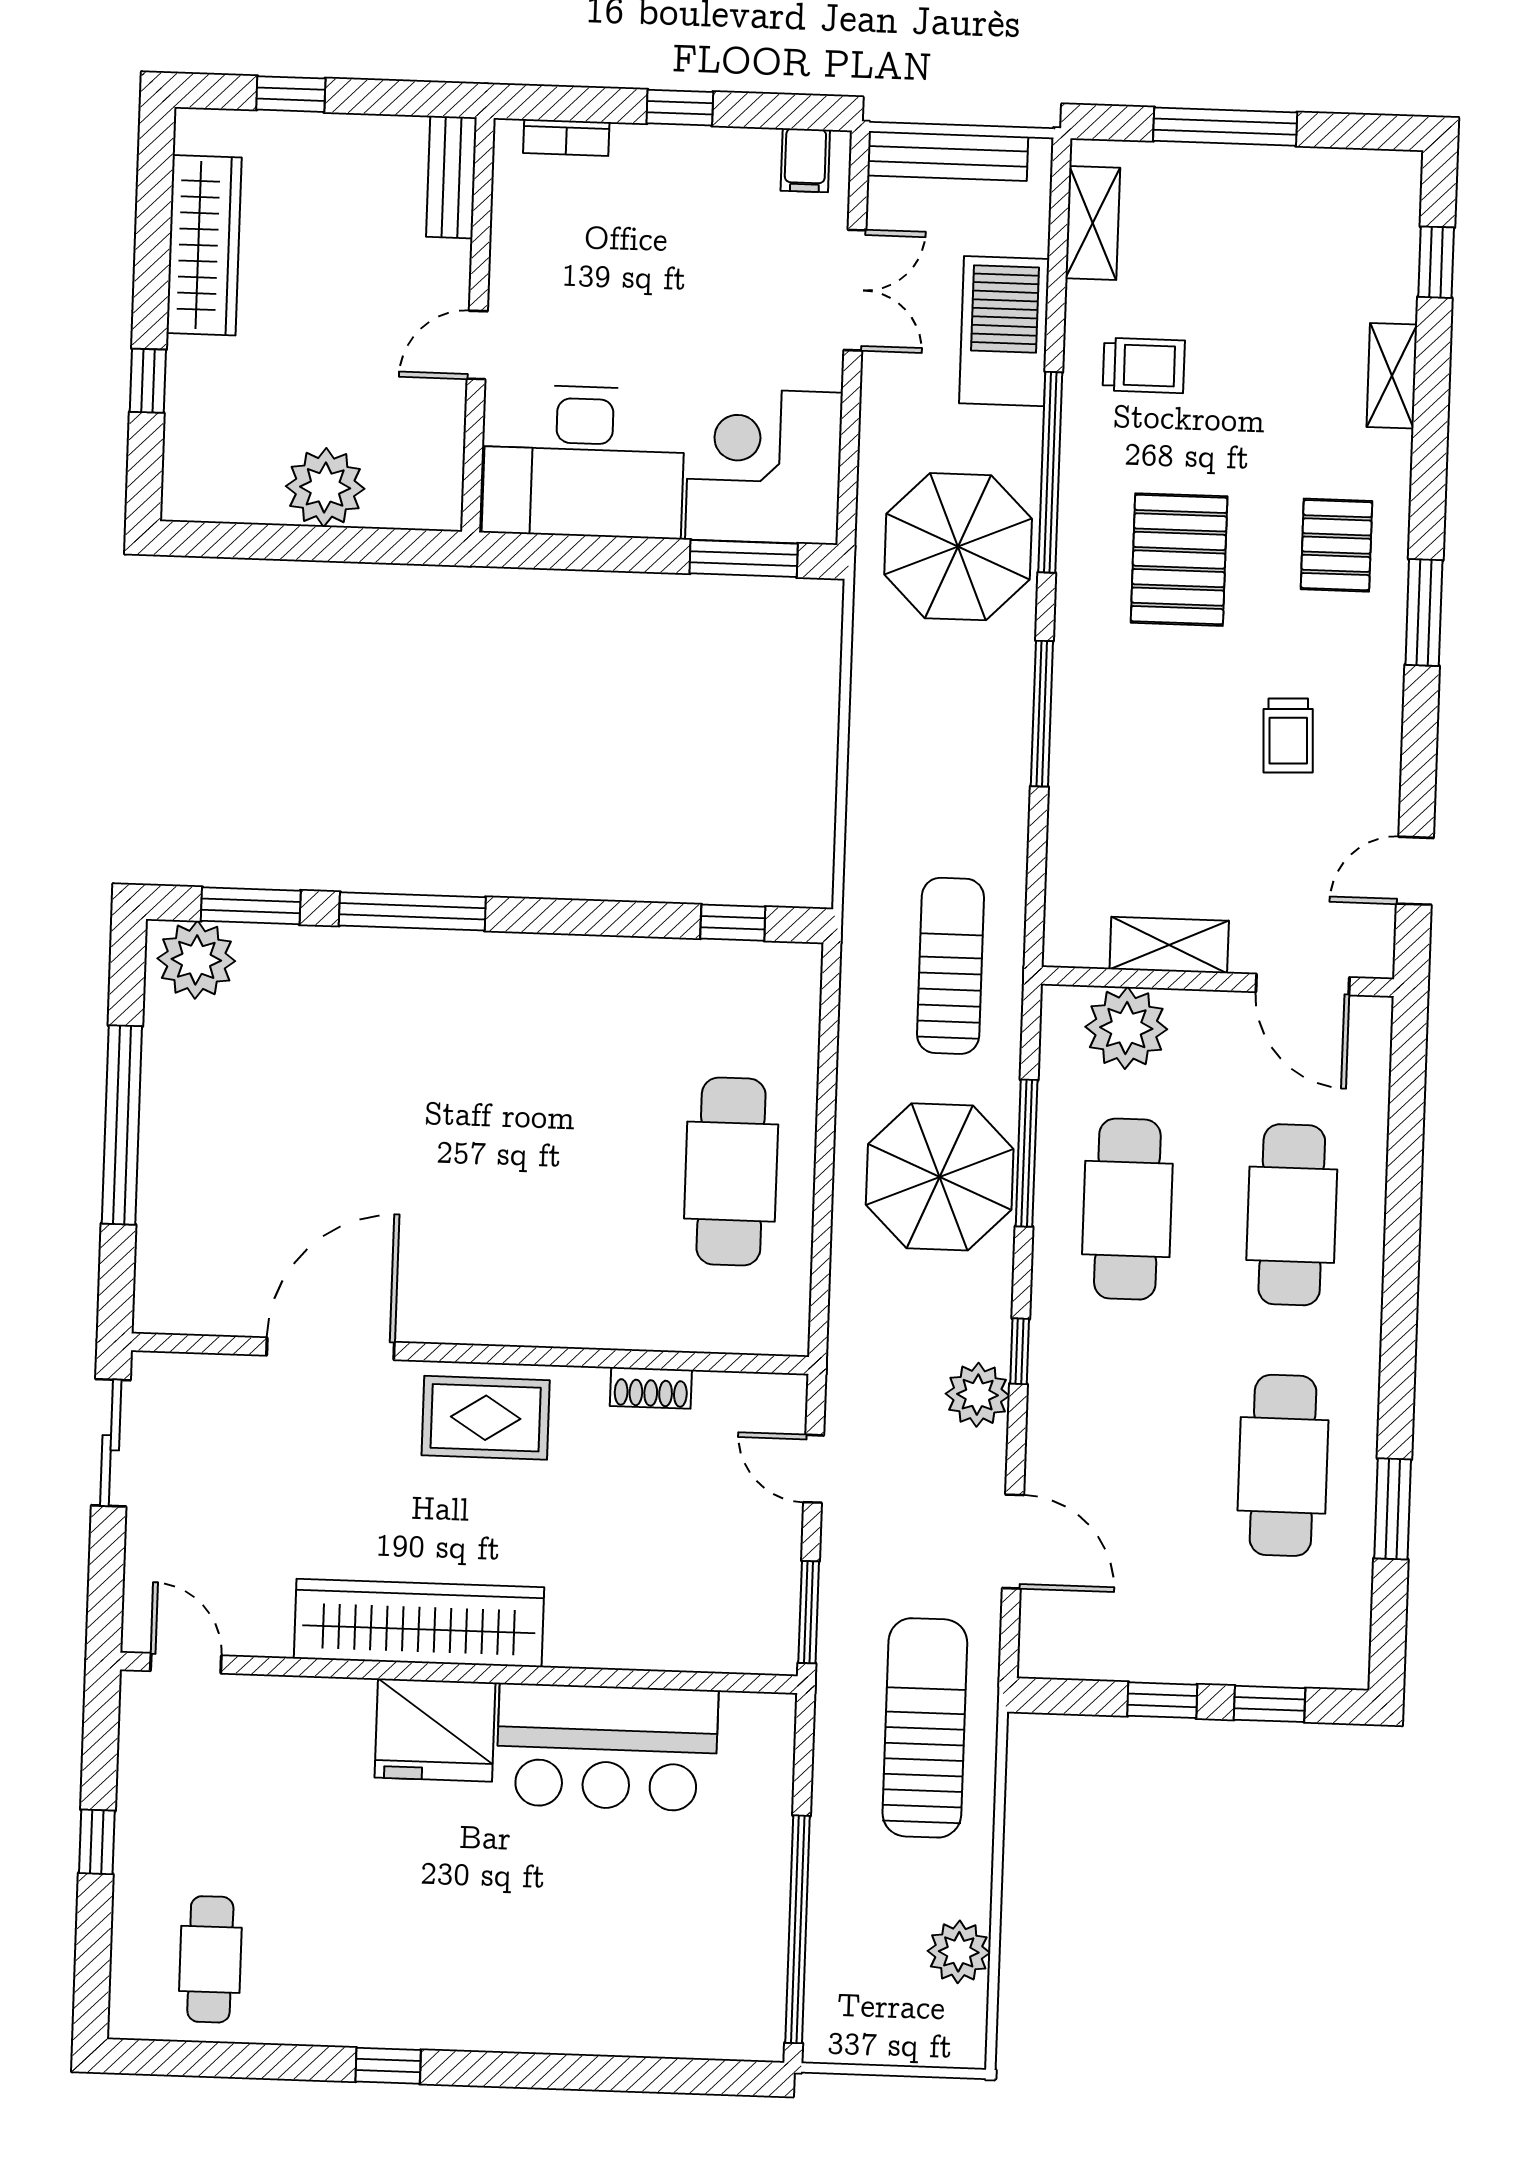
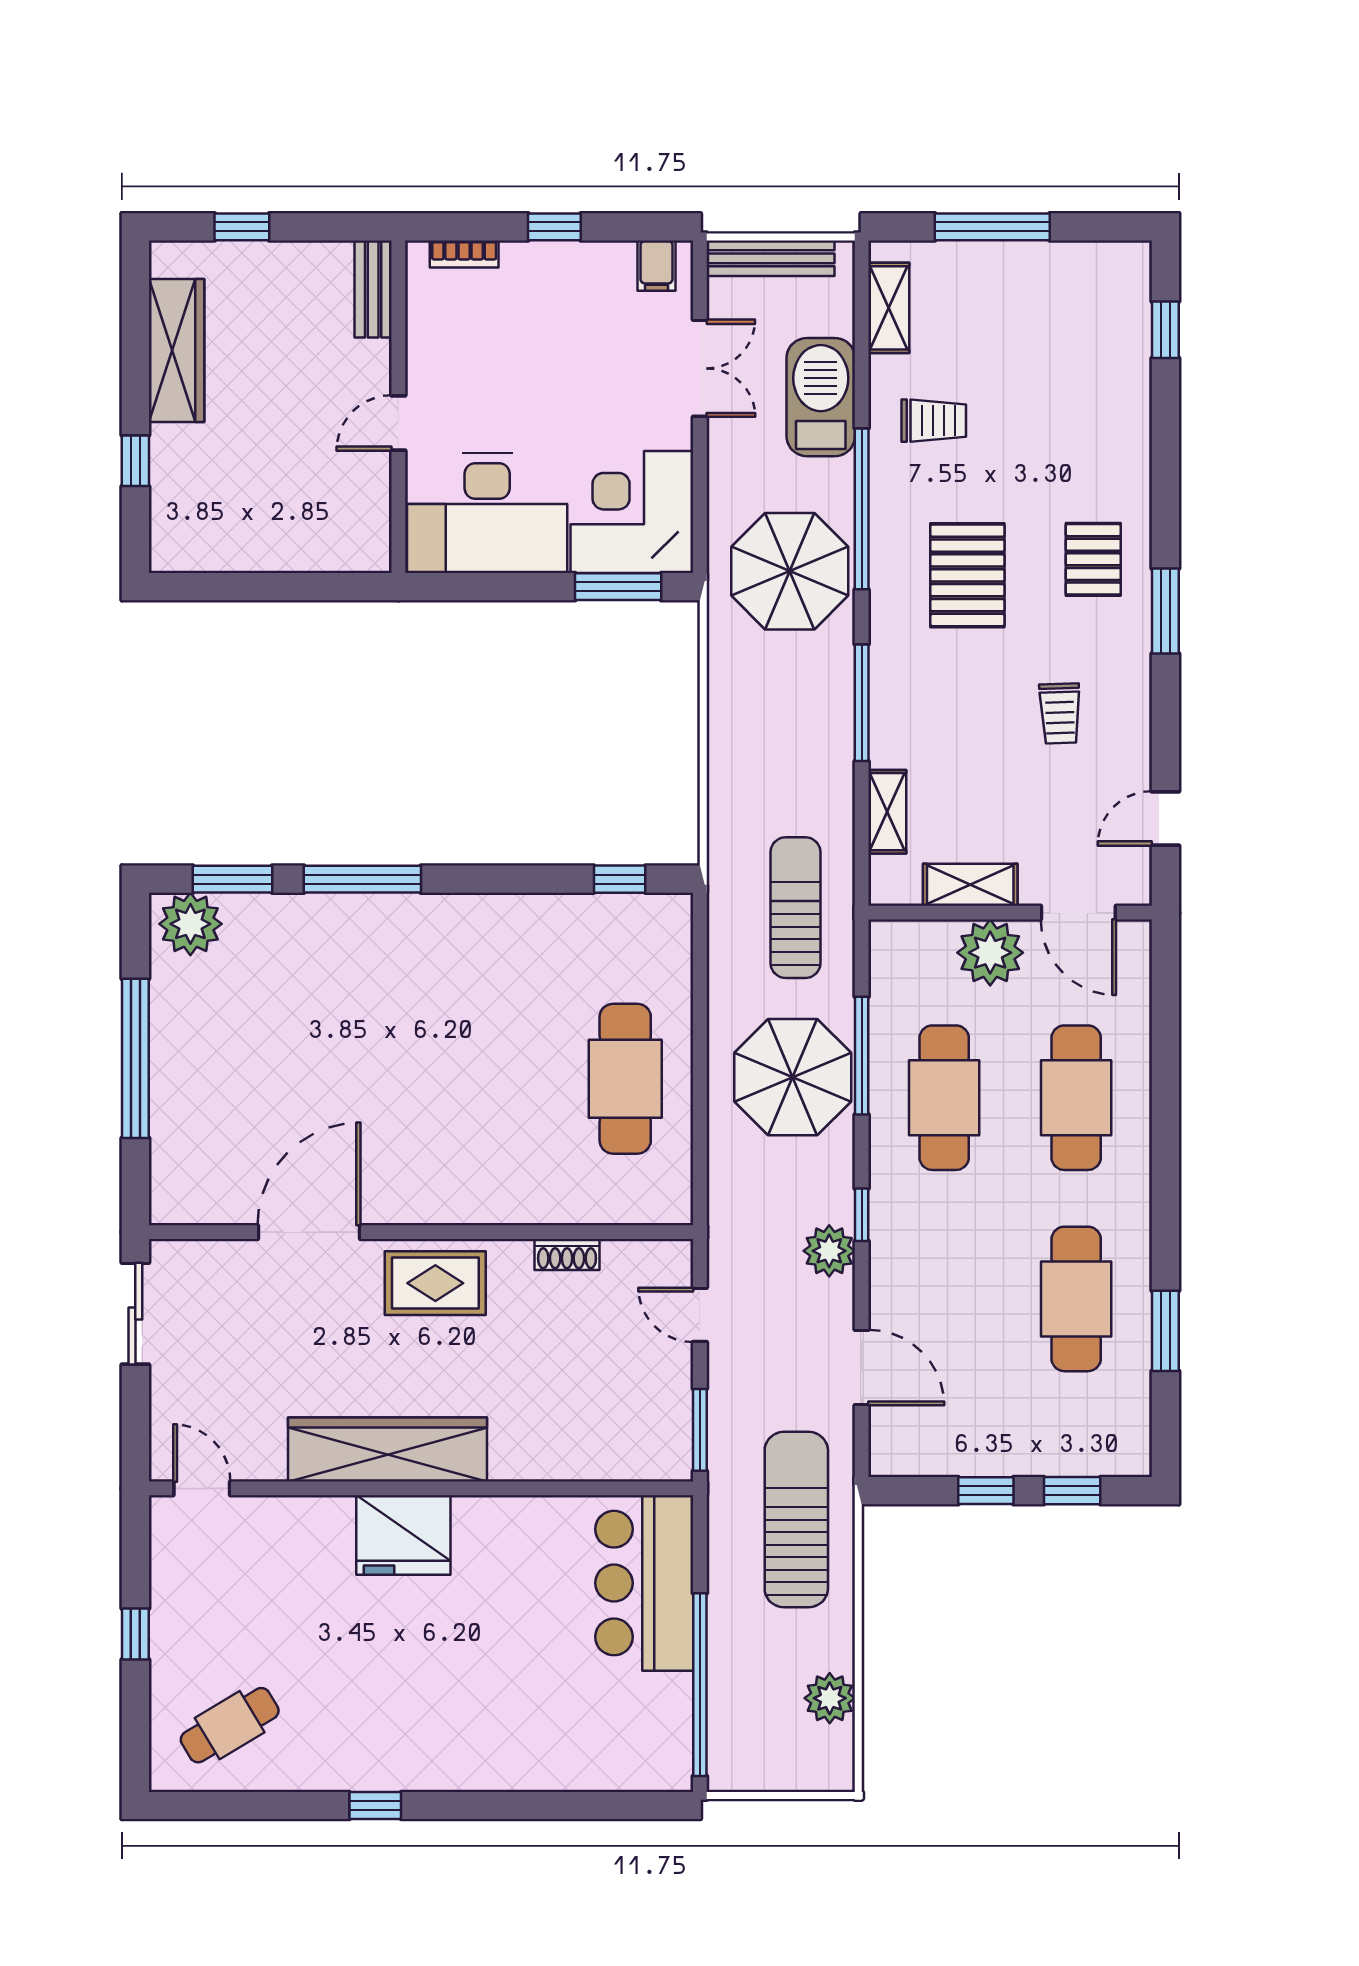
shelving: (1392, 376) -> (887, 812), moved
plant: (325, 487) -> (280, 541), removed
plant: (1126, 1028) -> (990, 953), moved
bar counter: (607, 1747) -> (644, 1583), moved, turned 90
cafe table: (210, 1959) -> (230, 1725), turned 59

